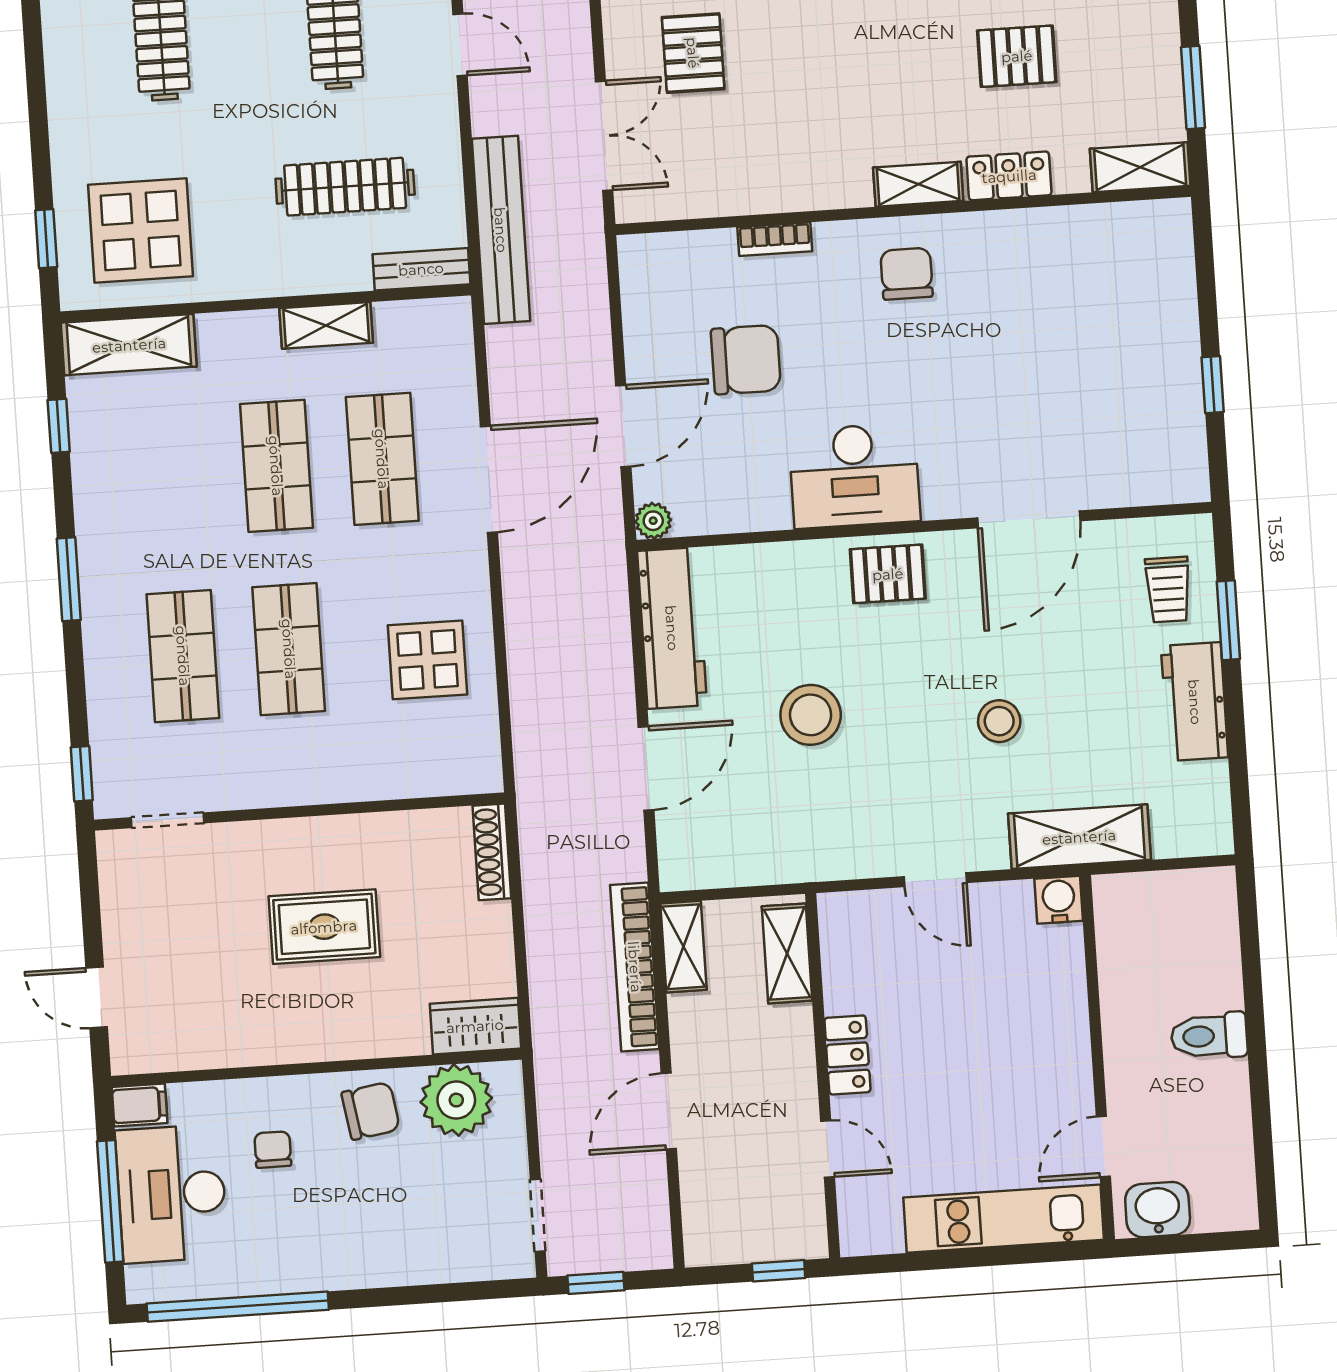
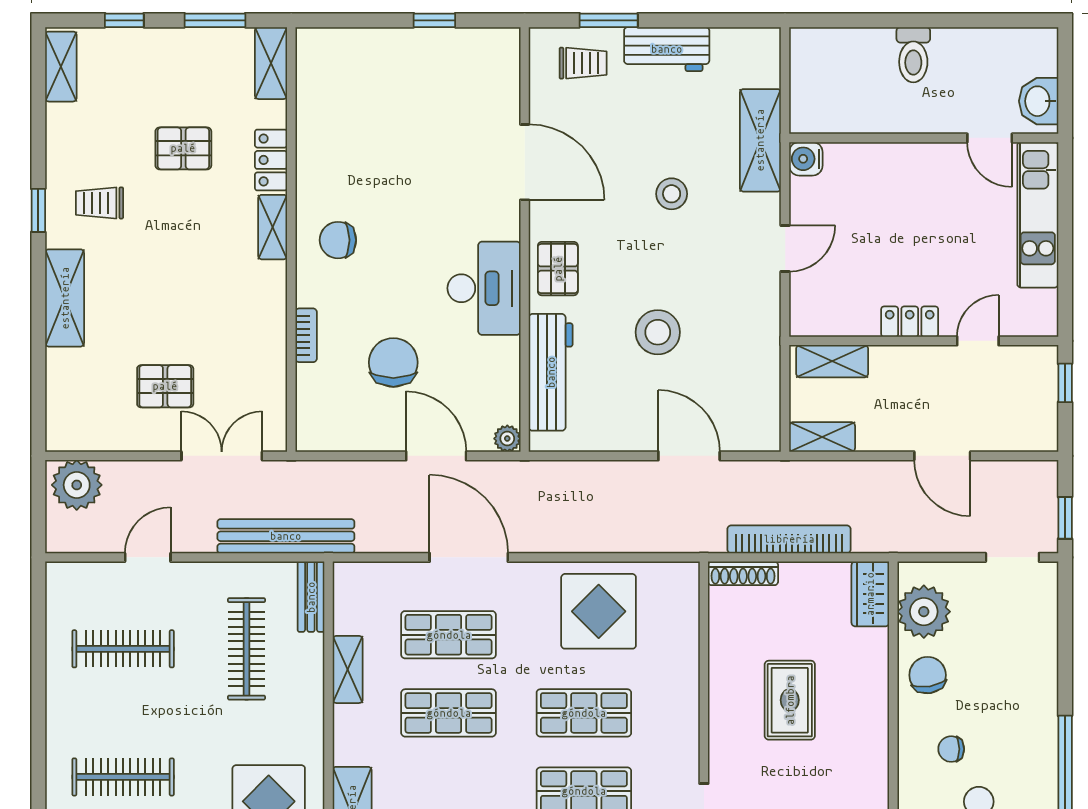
pallet: (1017, 56) -> (183, 148), turned 90
workbench: (672, 628) -> (551, 372), moved, turned 90
display table: (427, 660) -> (599, 611), width x1.36, depth x1.36
bookcase: (635, 967) -> (789, 539), moved, turned 180

